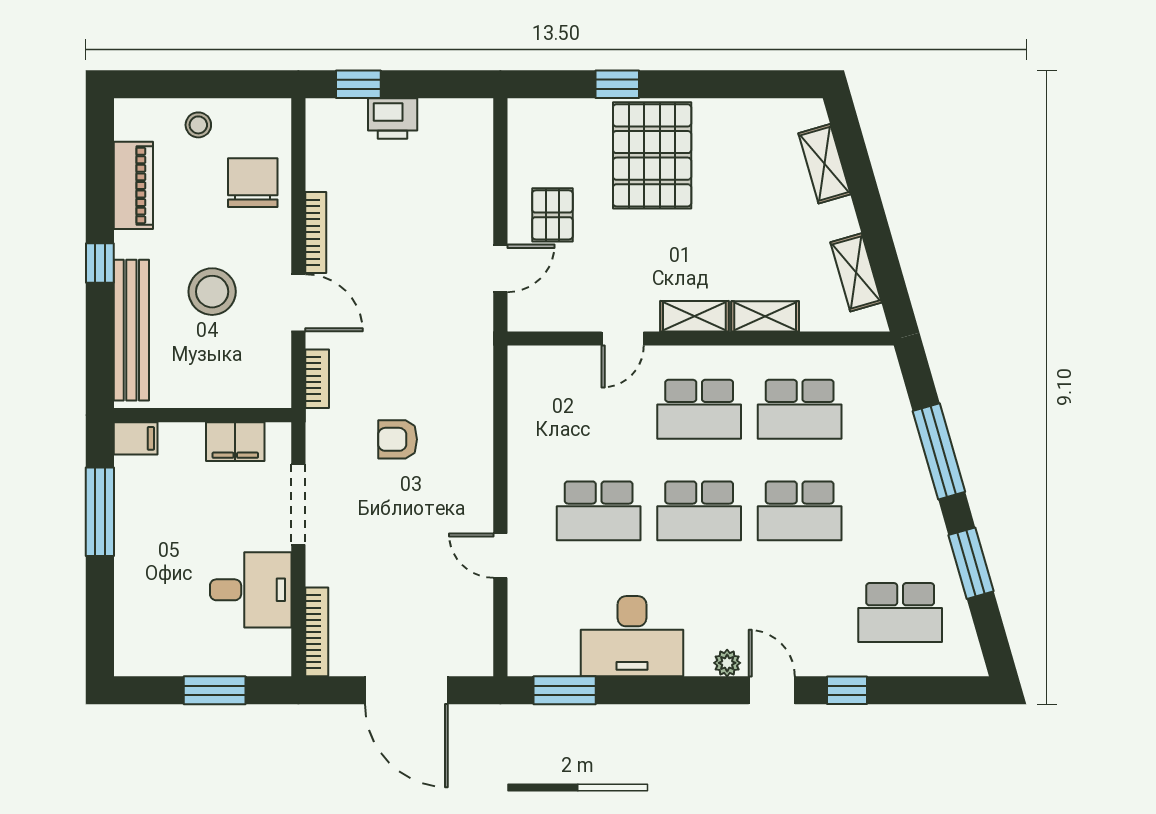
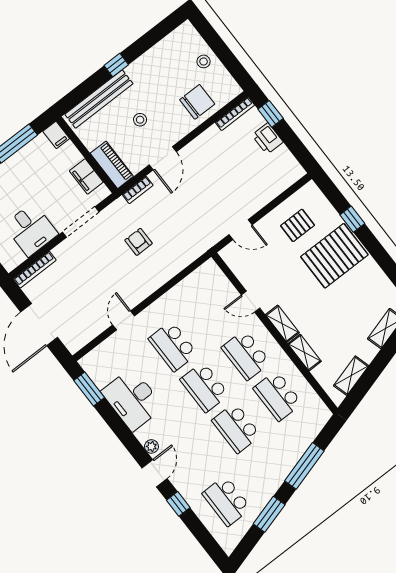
piano: (133, 185) -> (112, 165), moved, turned -90
pallet: (552, 215) -> (297, 225), moved
bookcase: (316, 232) -> (235, 114), moved
stool: (212, 292) -> (140, 120), width x0.53, depth x0.53

